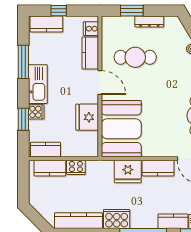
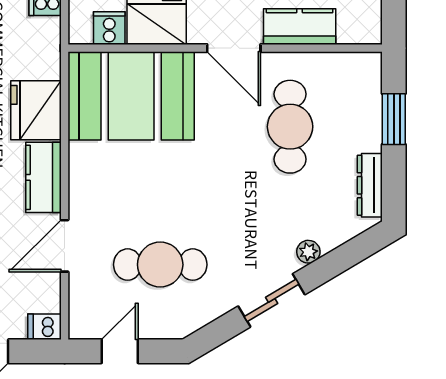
dresser: (149, 21) -> (370, 185), moved
cooker: (91, 29) -> (109, 28), moved
door: (100, 83) -> (234, 48), hinge flipped

